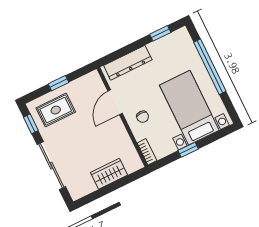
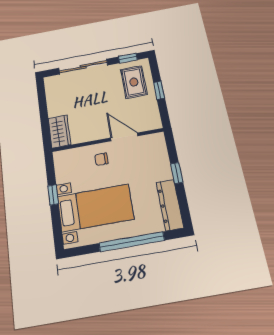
window: (160, 33) -> (177, 173), moved
dresser: (128, 63) -> (170, 205), moved
bookcase: (147, 152) -> (66, 154), removed
wardrobe: (109, 174) -> (59, 131), moved

